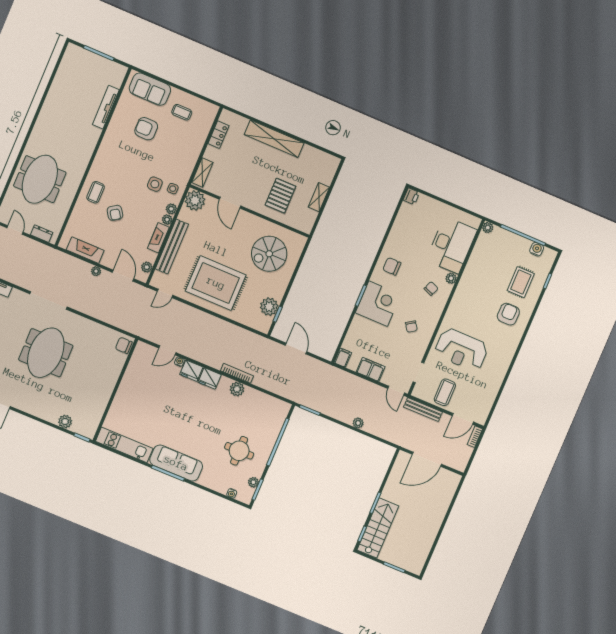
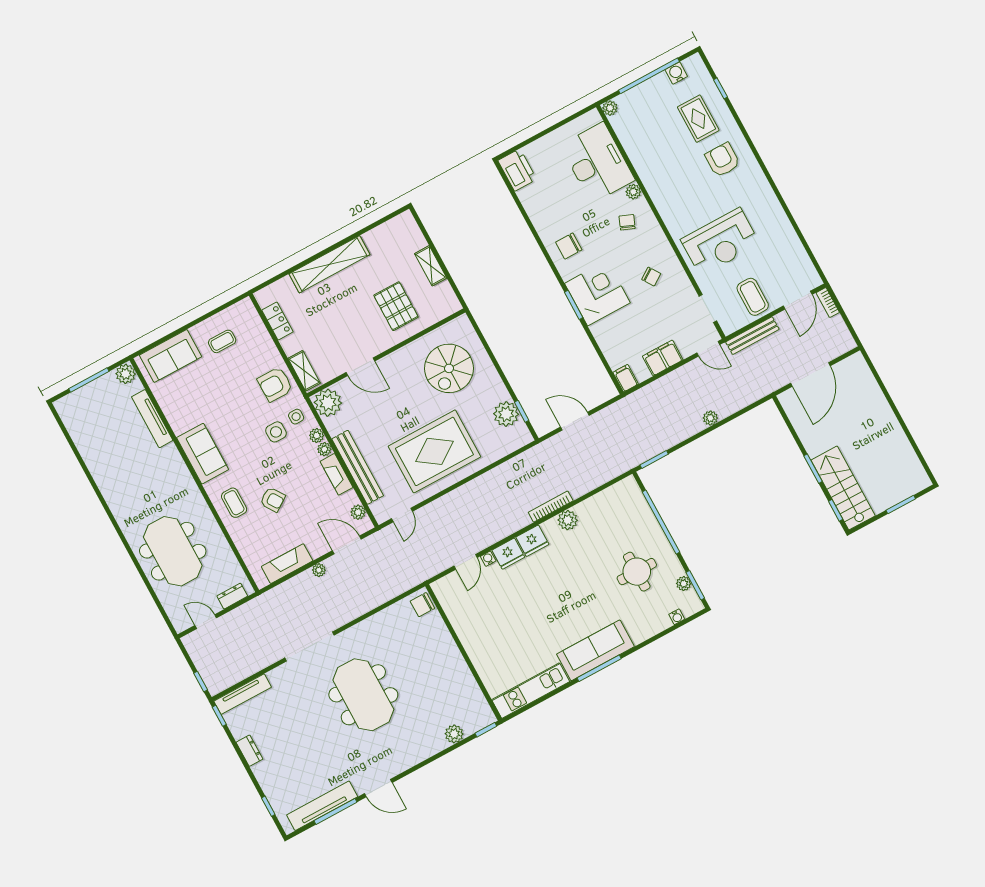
plant: (119, 71) -> (126, 374), added
armchair: (146, 129) -> (275, 384), moved
sofa: (109, 152) -> (203, 454), added
printer: (411, 196) -> (517, 170), width x1.87, depth x1.48

